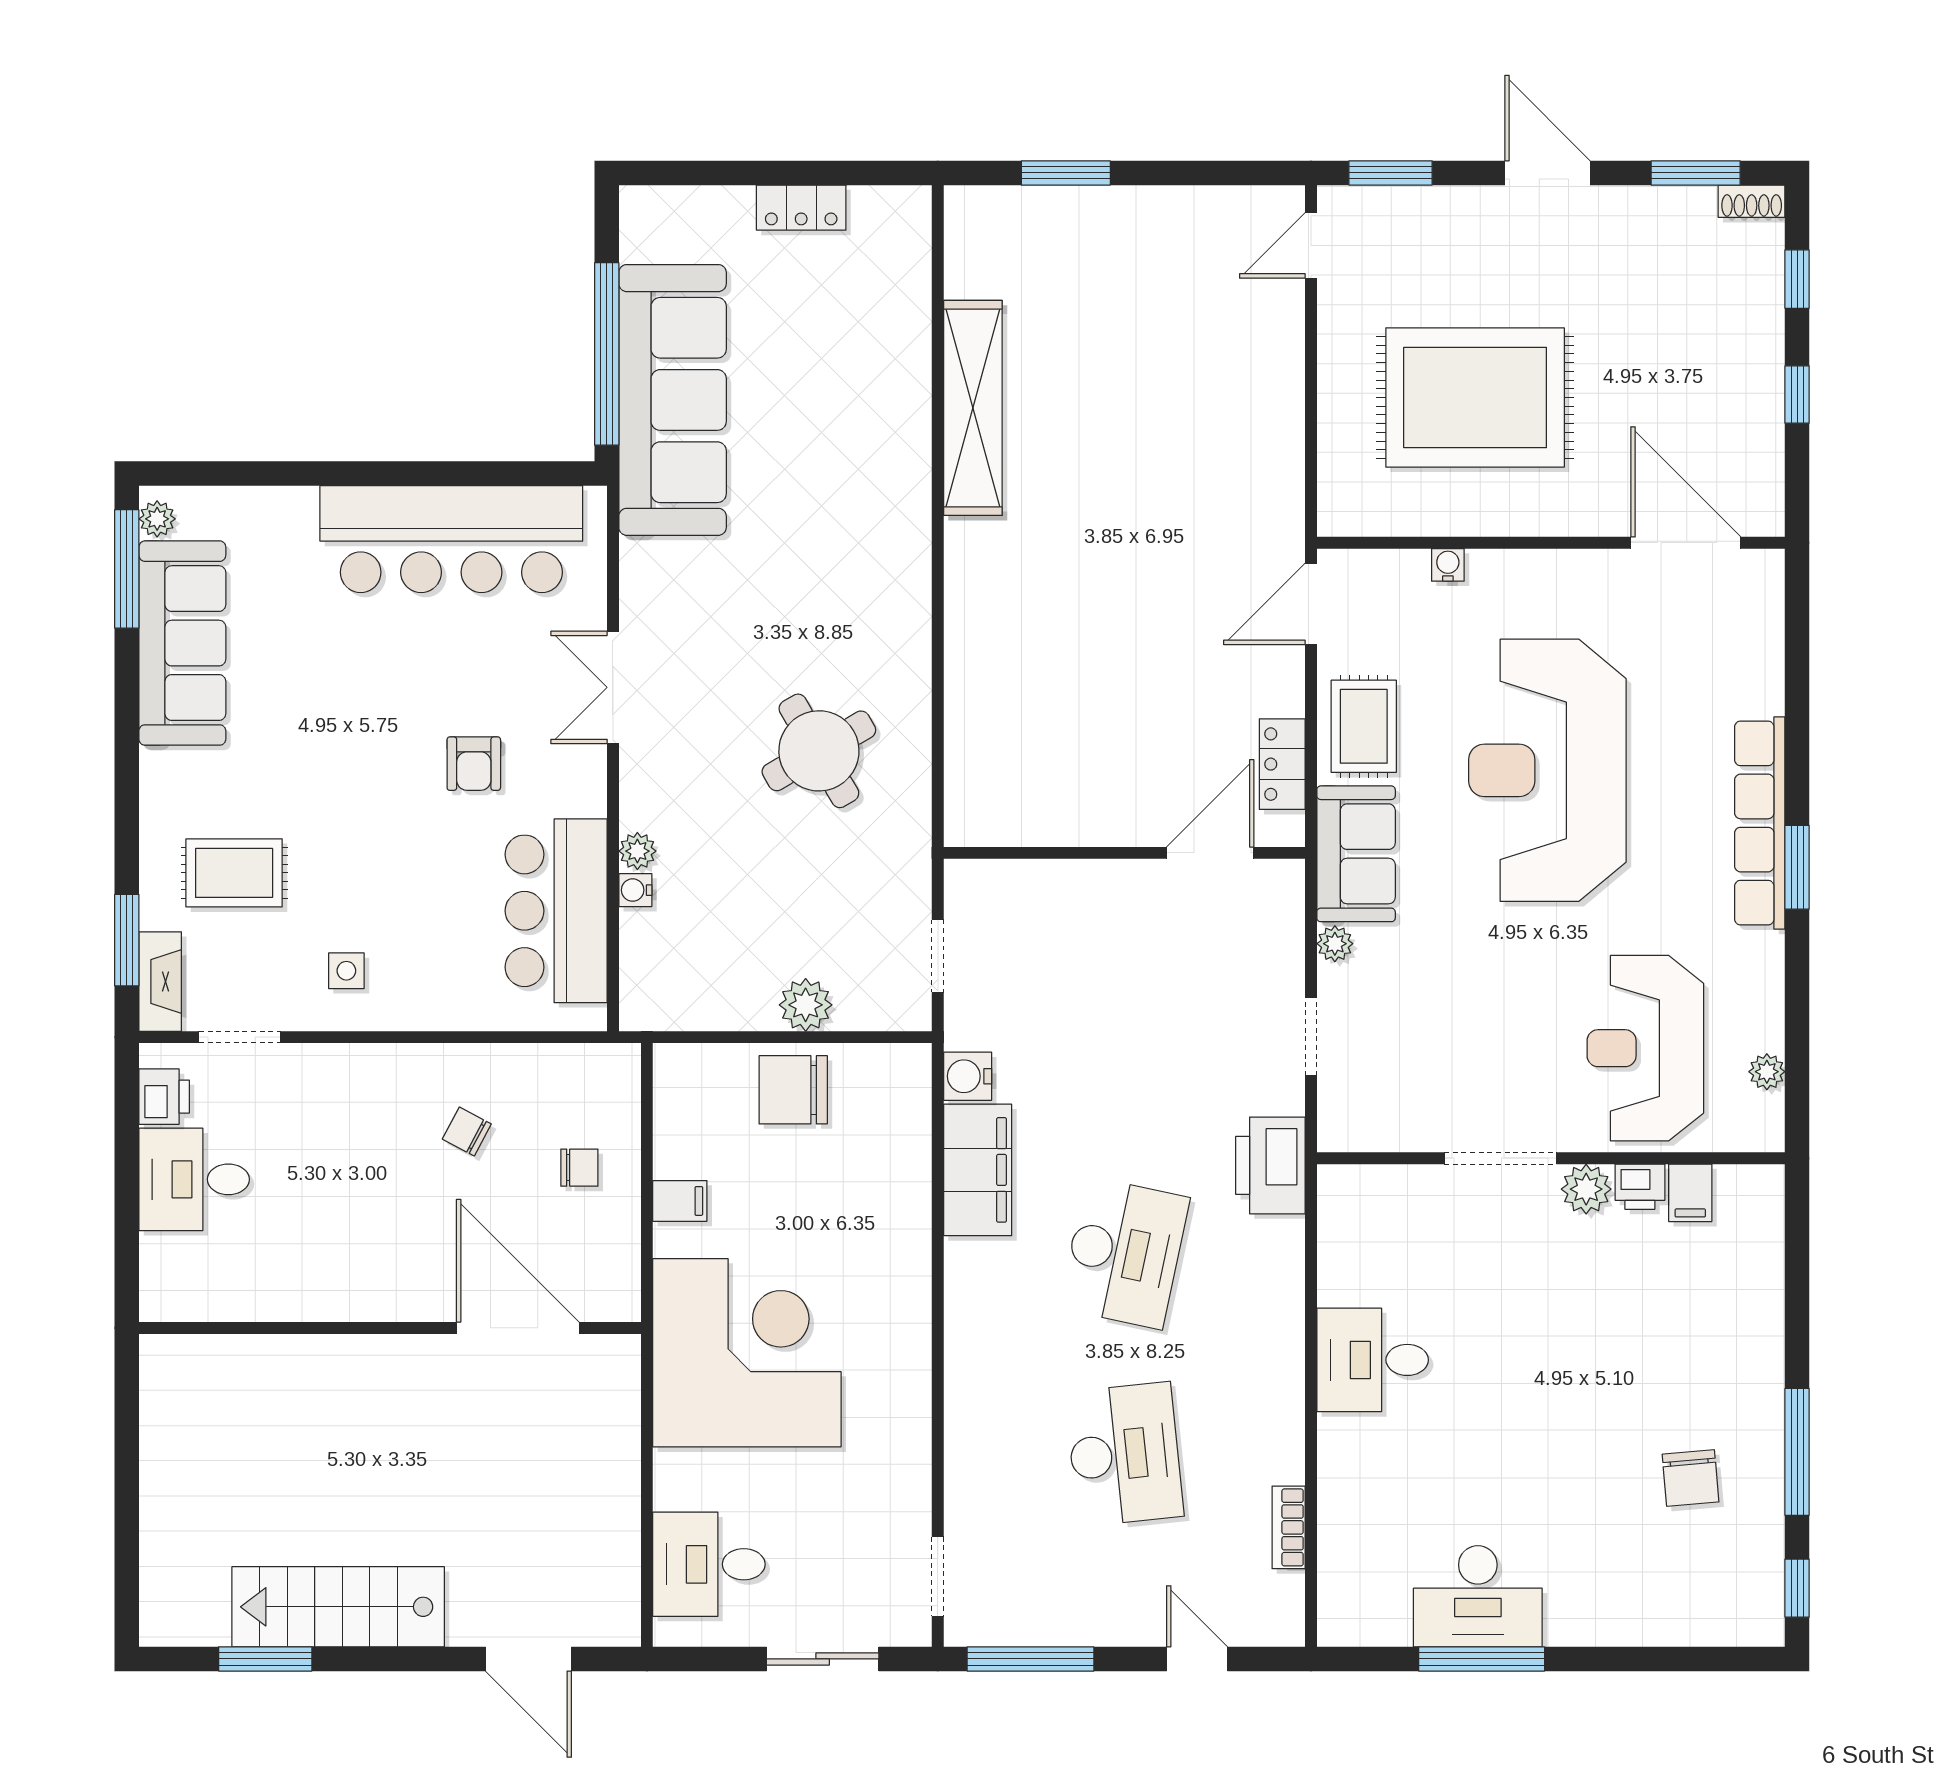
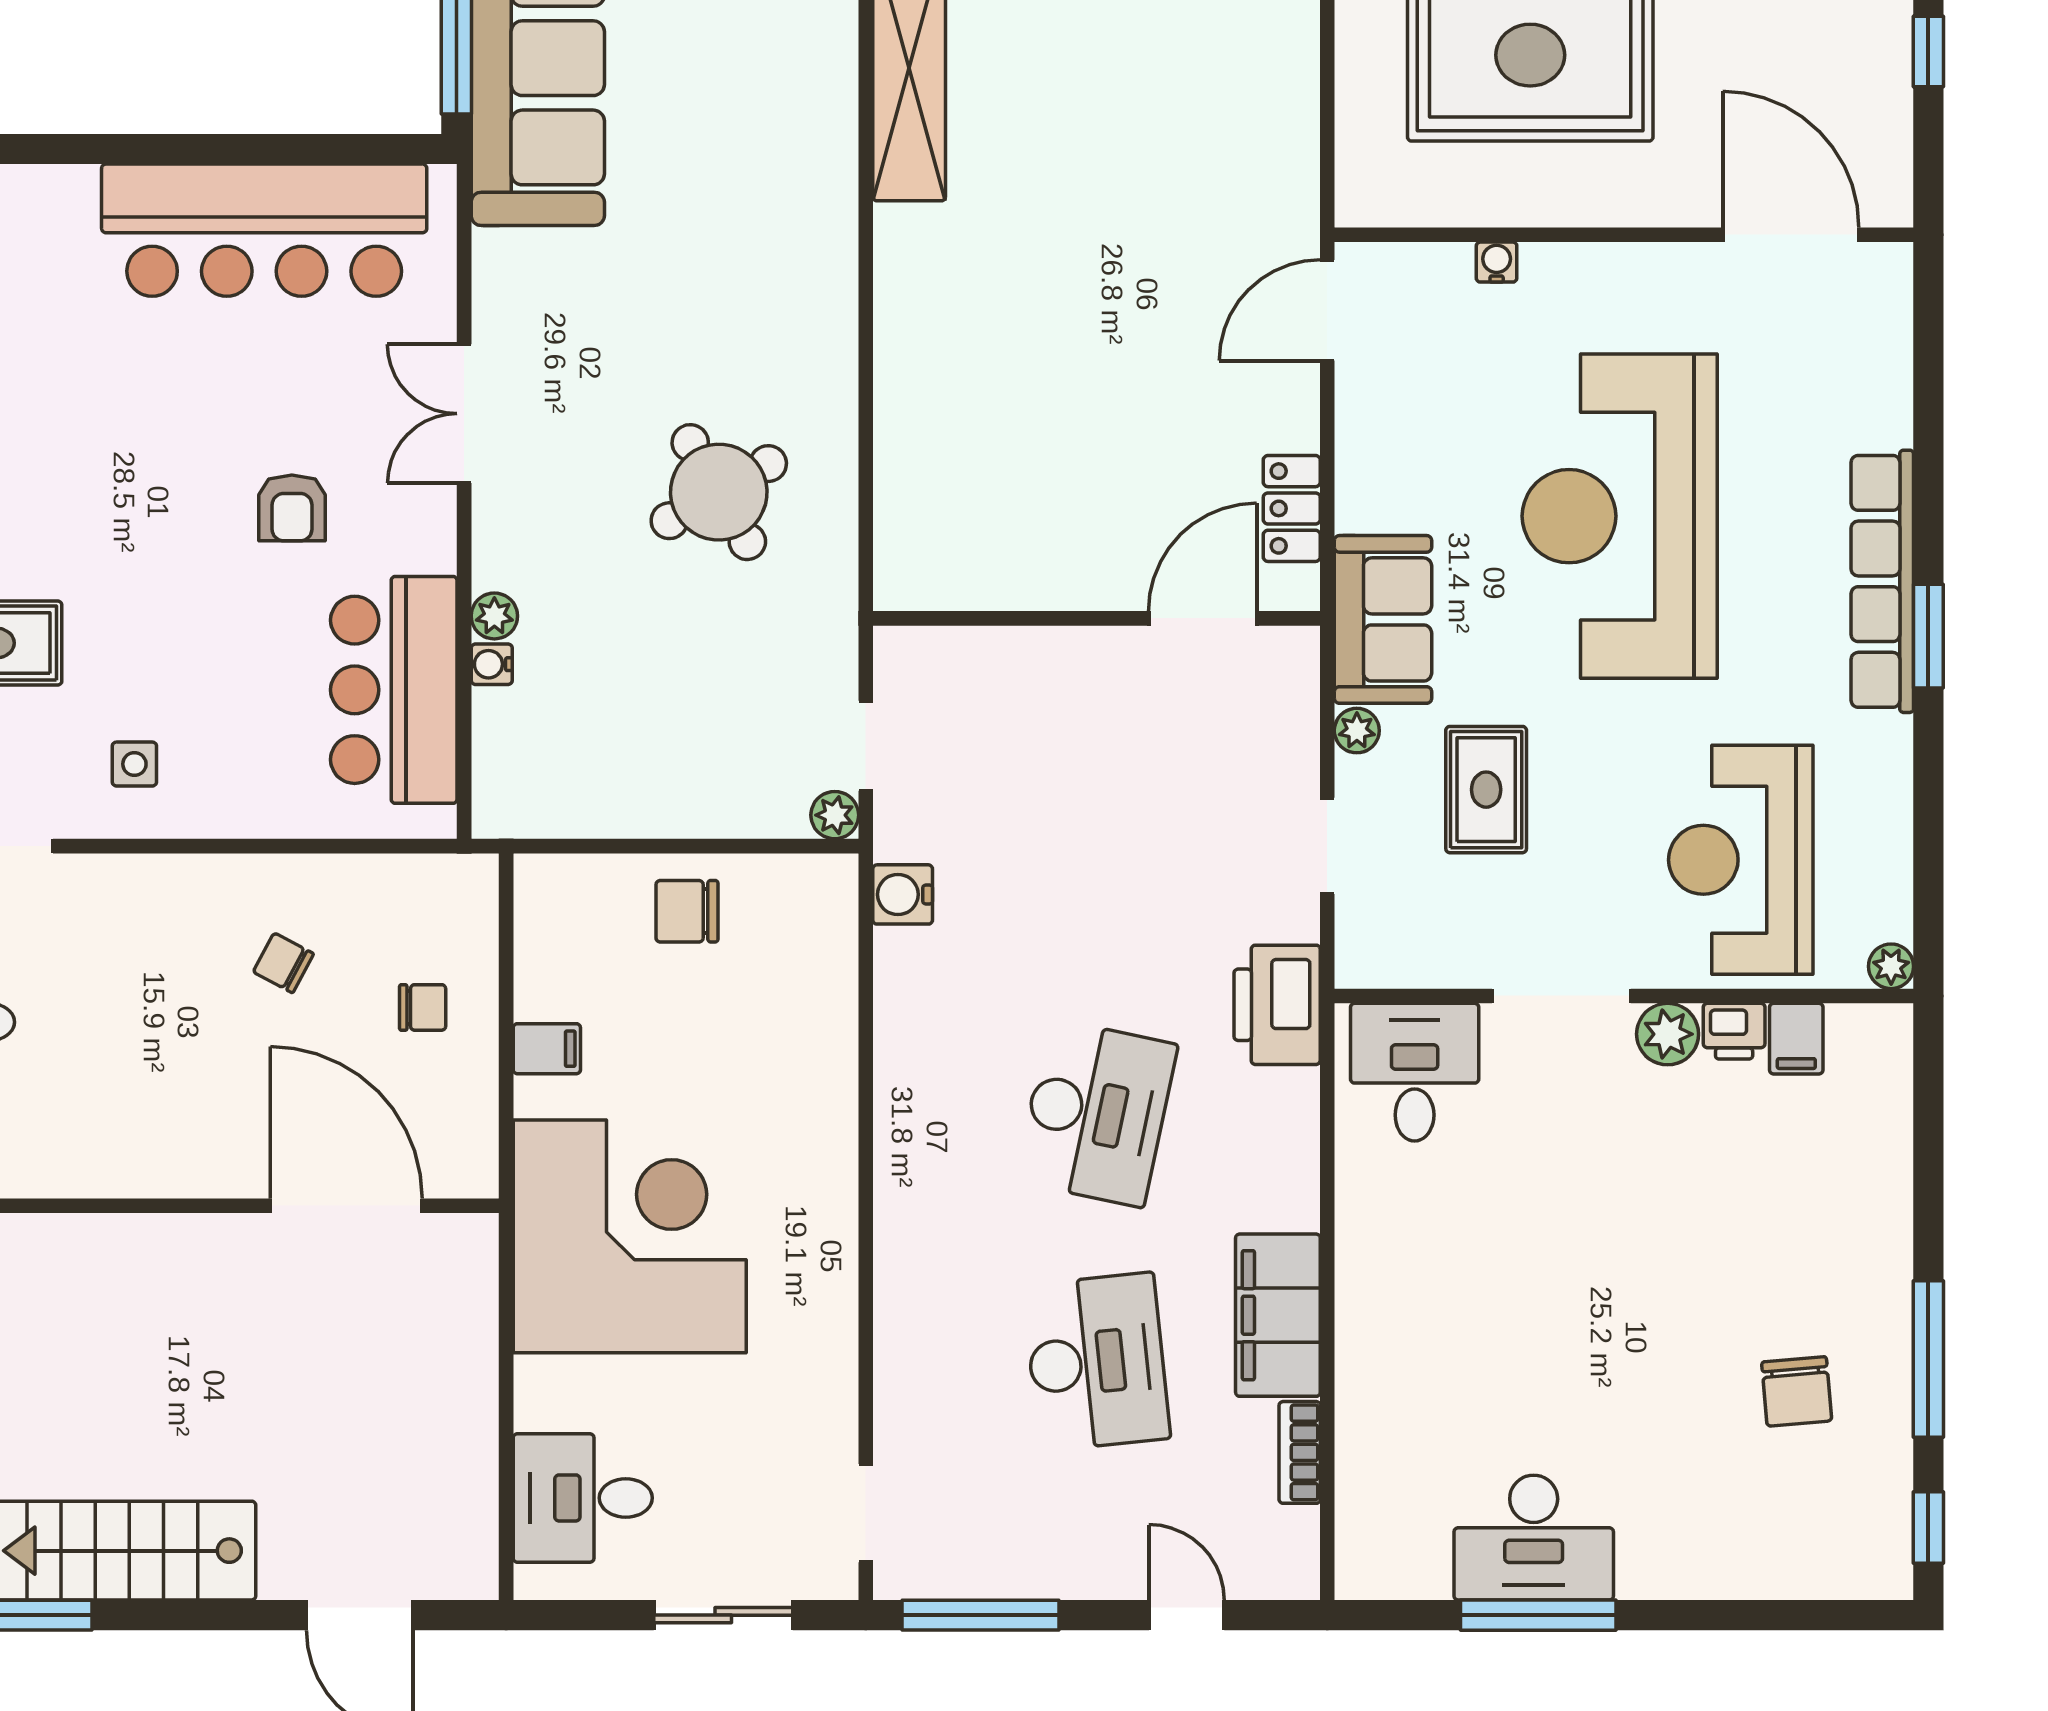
rug: (1364, 726) -> (1486, 790), moved
plant: (806, 1005) -> (835, 815), moved, width x0.73, depth x0.73
plant: (1767, 1072) -> (1891, 966), moved
chair: (793, 1090) -> (687, 911), width x0.73, depth x0.73
filing cabinet: (978, 1170) -> (1278, 1315), moved, turned 180
desk: (1373, 1360) -> (1415, 1072), moved, turned 90

